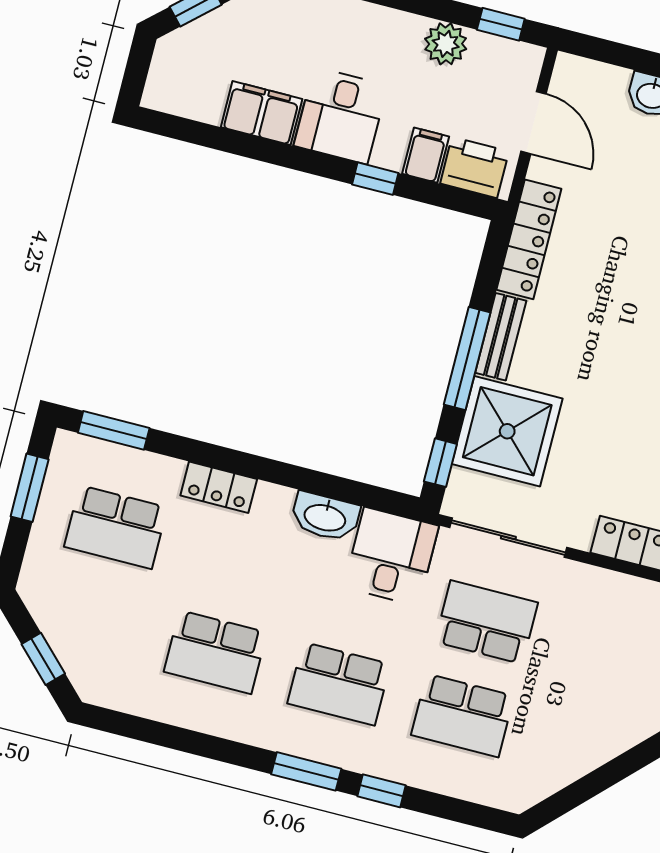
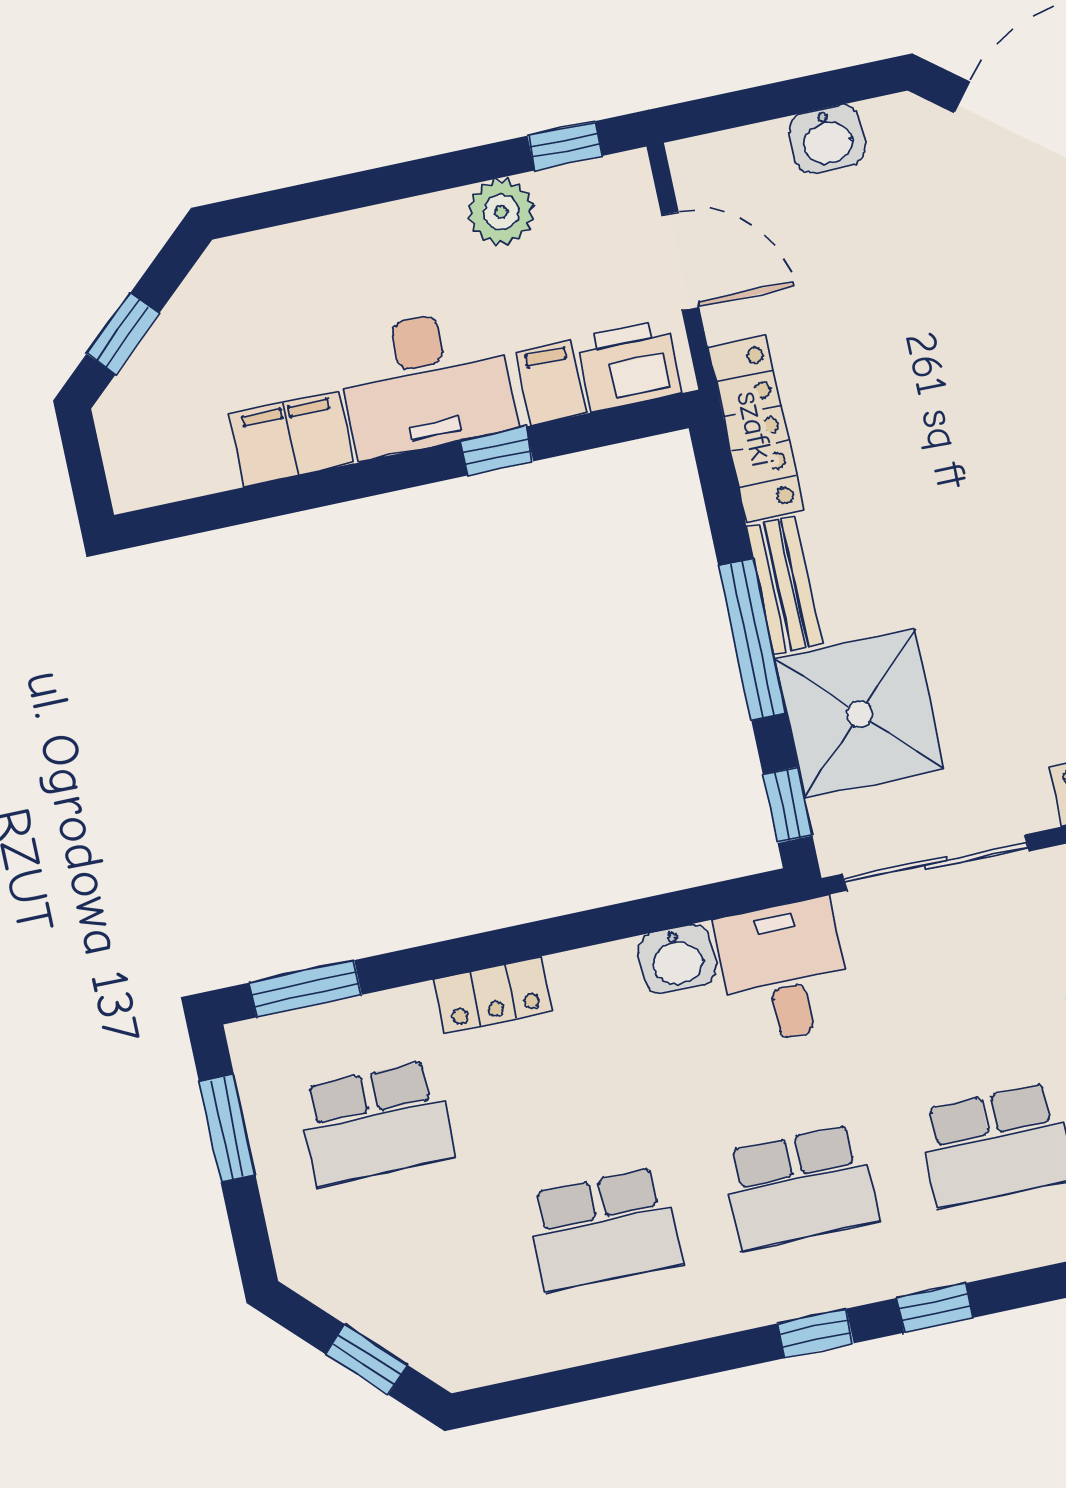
desk: (341, 116) -> (426, 382), width x1.37
washbasin: (325, 517) -> (677, 959), width x0.72
school desk: (486, 622) -> (964, 997), removed
window: (306, 771) -> (815, 1333), width x0.67

